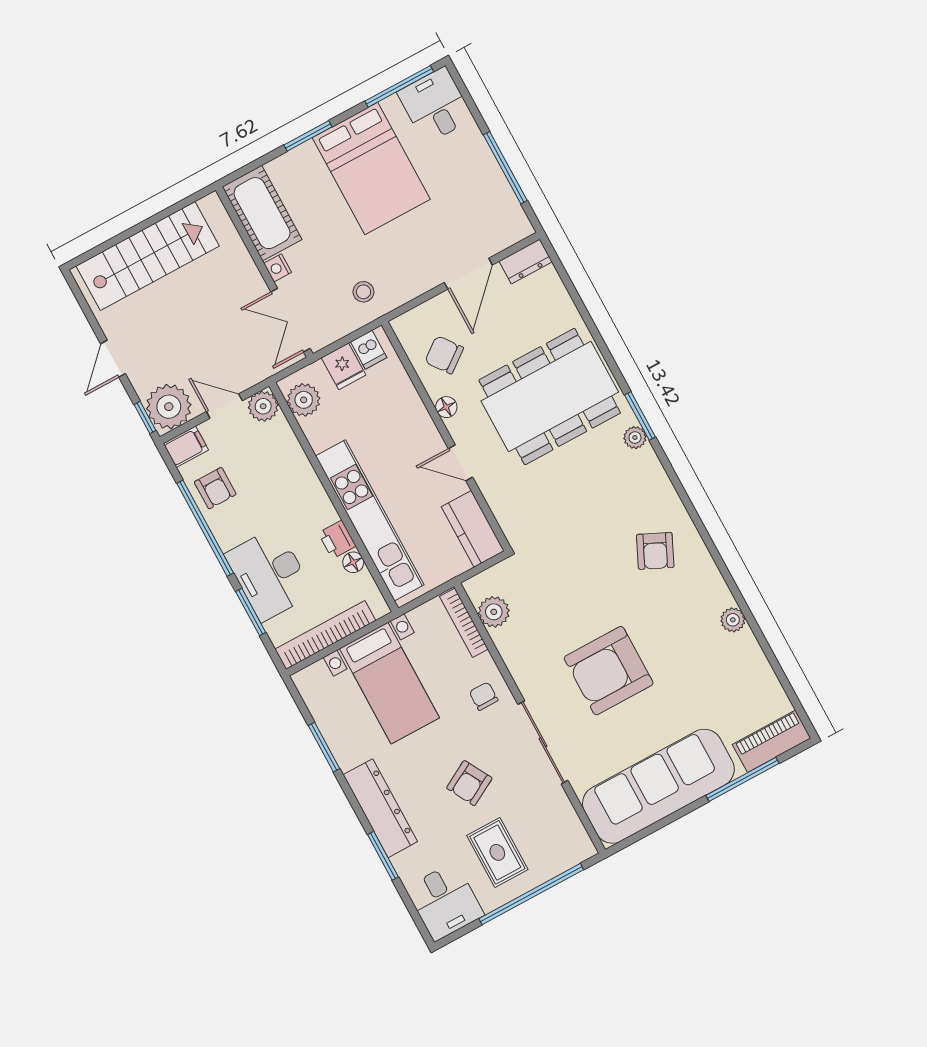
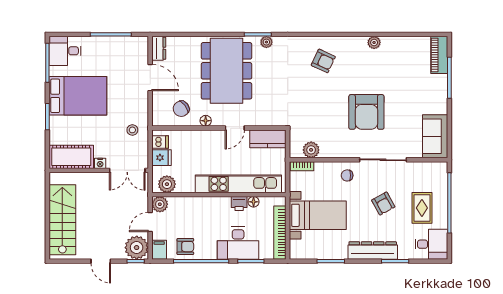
bookcase: (464, 623) -> (302, 166), width x0.64
sofa: (658, 786) -> (435, 136), width x0.54, depth x0.79
rug: (497, 852) -> (422, 208), turned 90

